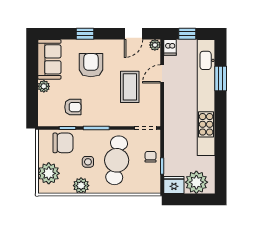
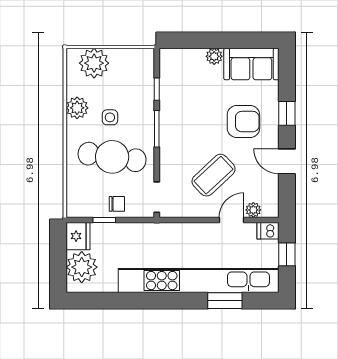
door: (134, 34) -> (287, 161), moved
plant: (155, 45) -> (253, 210), moved
door: (162, 74) -> (232, 220), hinge flipped
coffee table: (130, 87) -> (214, 175), turned -43
armchair: (73, 107) -> (186, 96), removed
chair: (63, 143) -> (136, 83), removed

